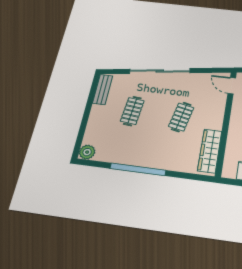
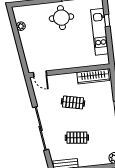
door: (232, 86) -> (40, 74), hinge flipped

